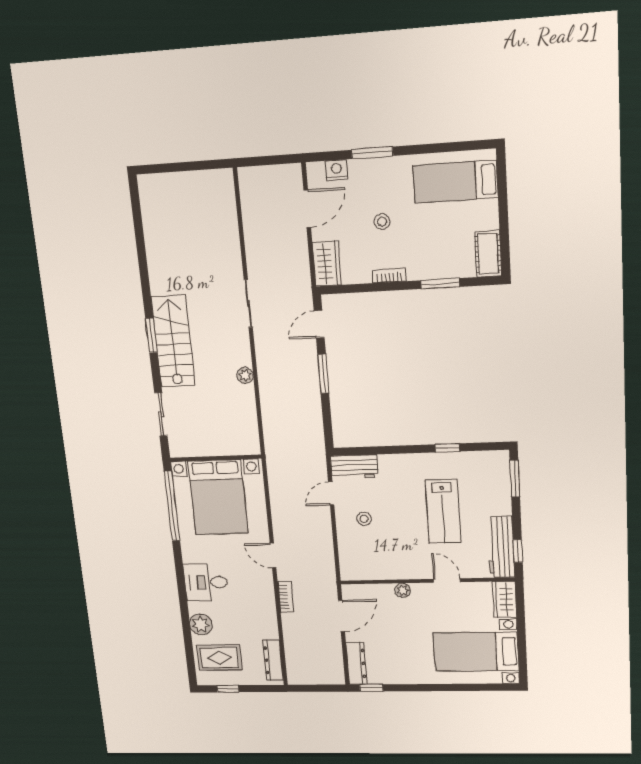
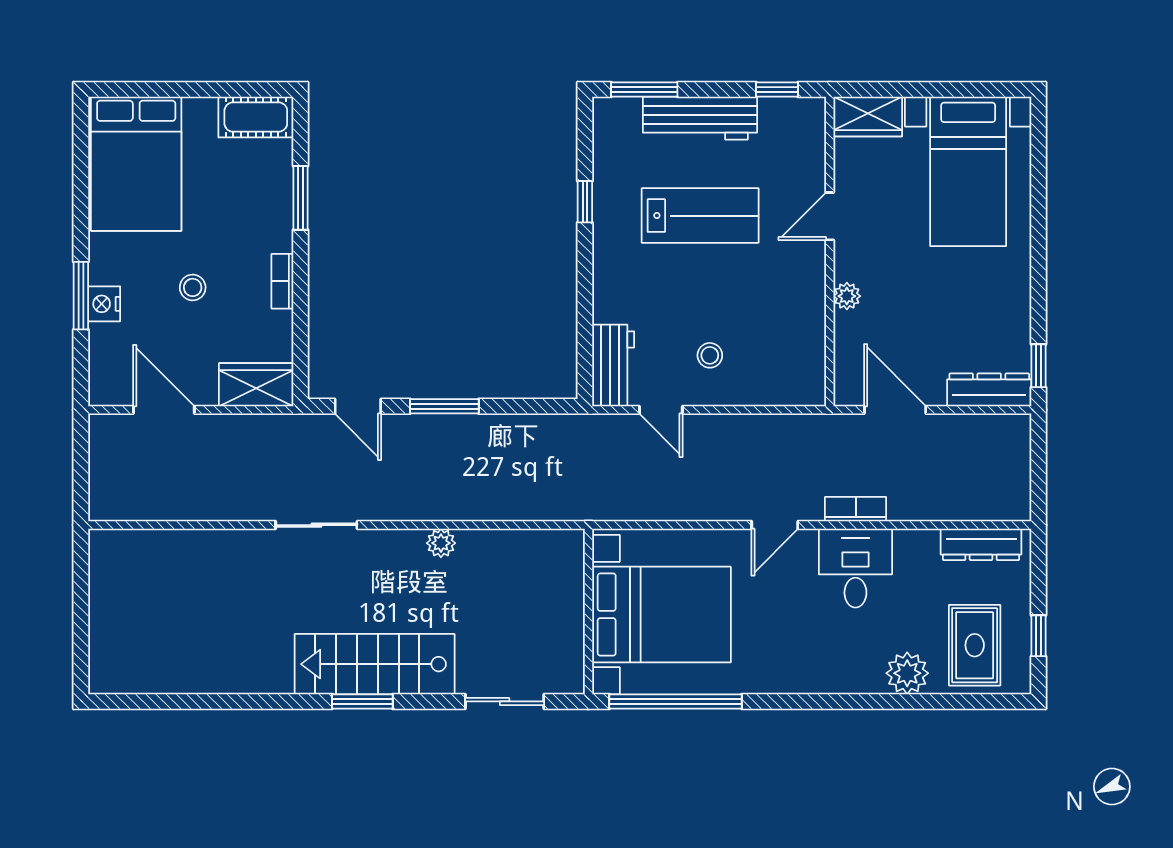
nightstand: (336, 170) -> (104, 304), moved
bed: (456, 182) -> (136, 164), width x1.50
workbench: (501, 547) -> (700, 118), moved
desk: (206, 582) -> (855, 568), moved, turned 180

